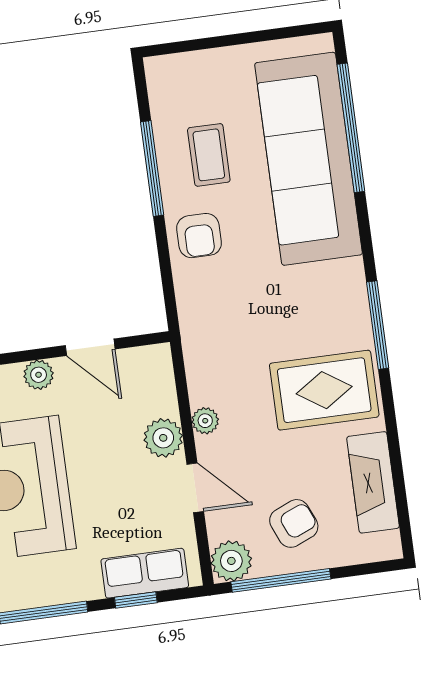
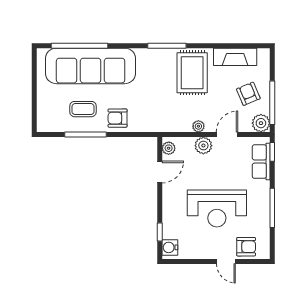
armchair: (199, 236) -> (118, 118), turned 180
plant: (39, 375) -> (169, 148), moved
window: (136, 600) -> (272, 152), moved

